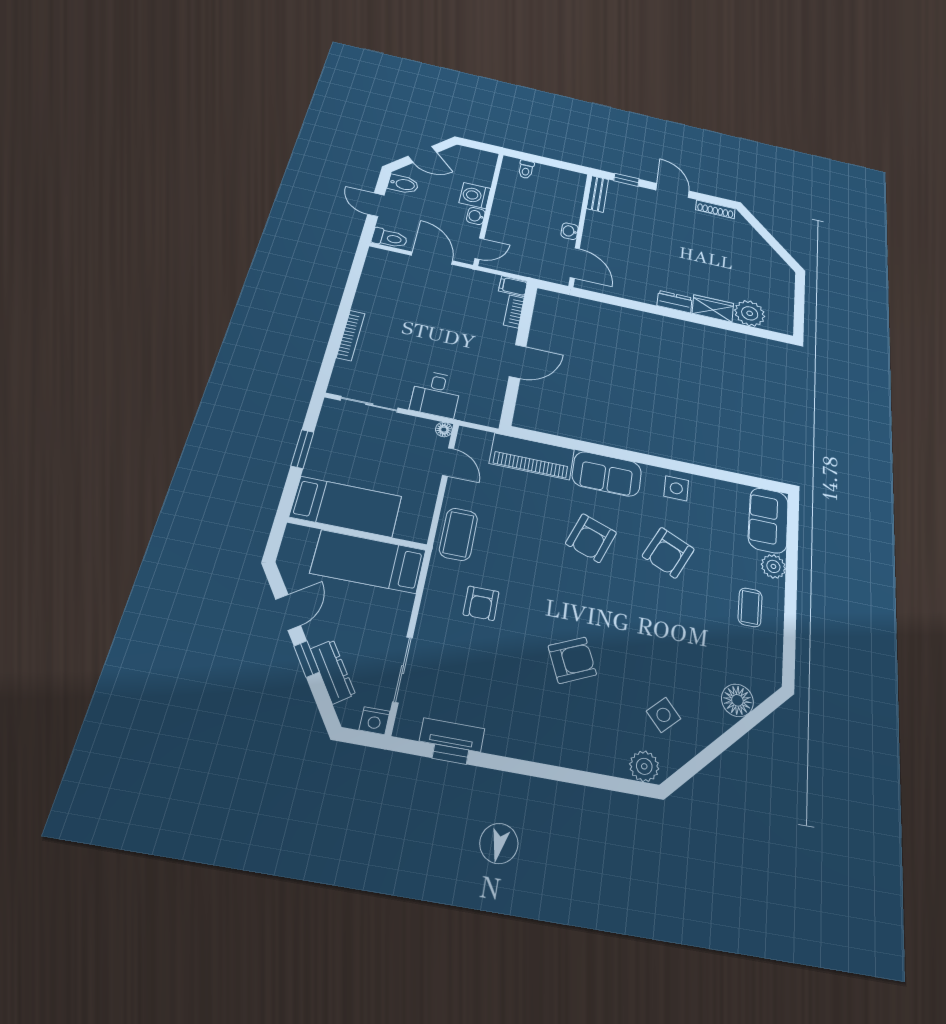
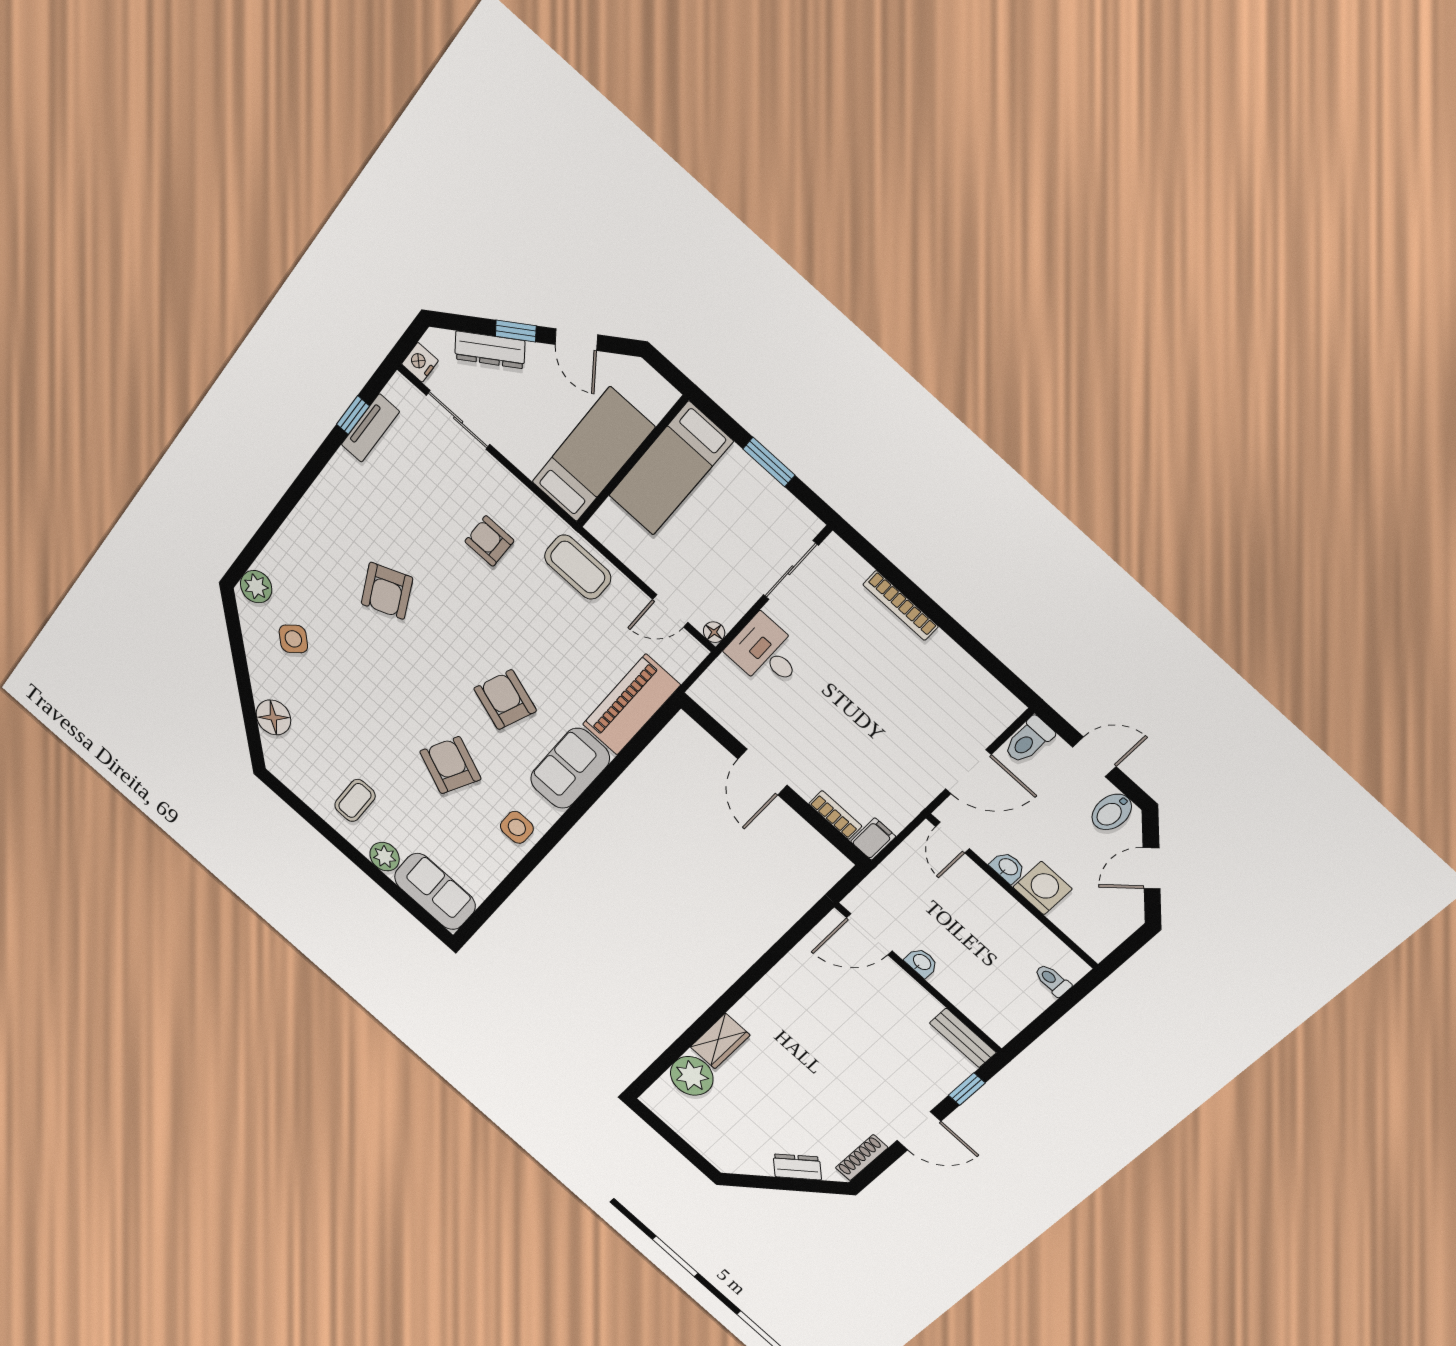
dresser: (675, 302) -> (797, 1167), moved, turned -135
coffee table: (750, 607) -> (355, 800), turned 90

